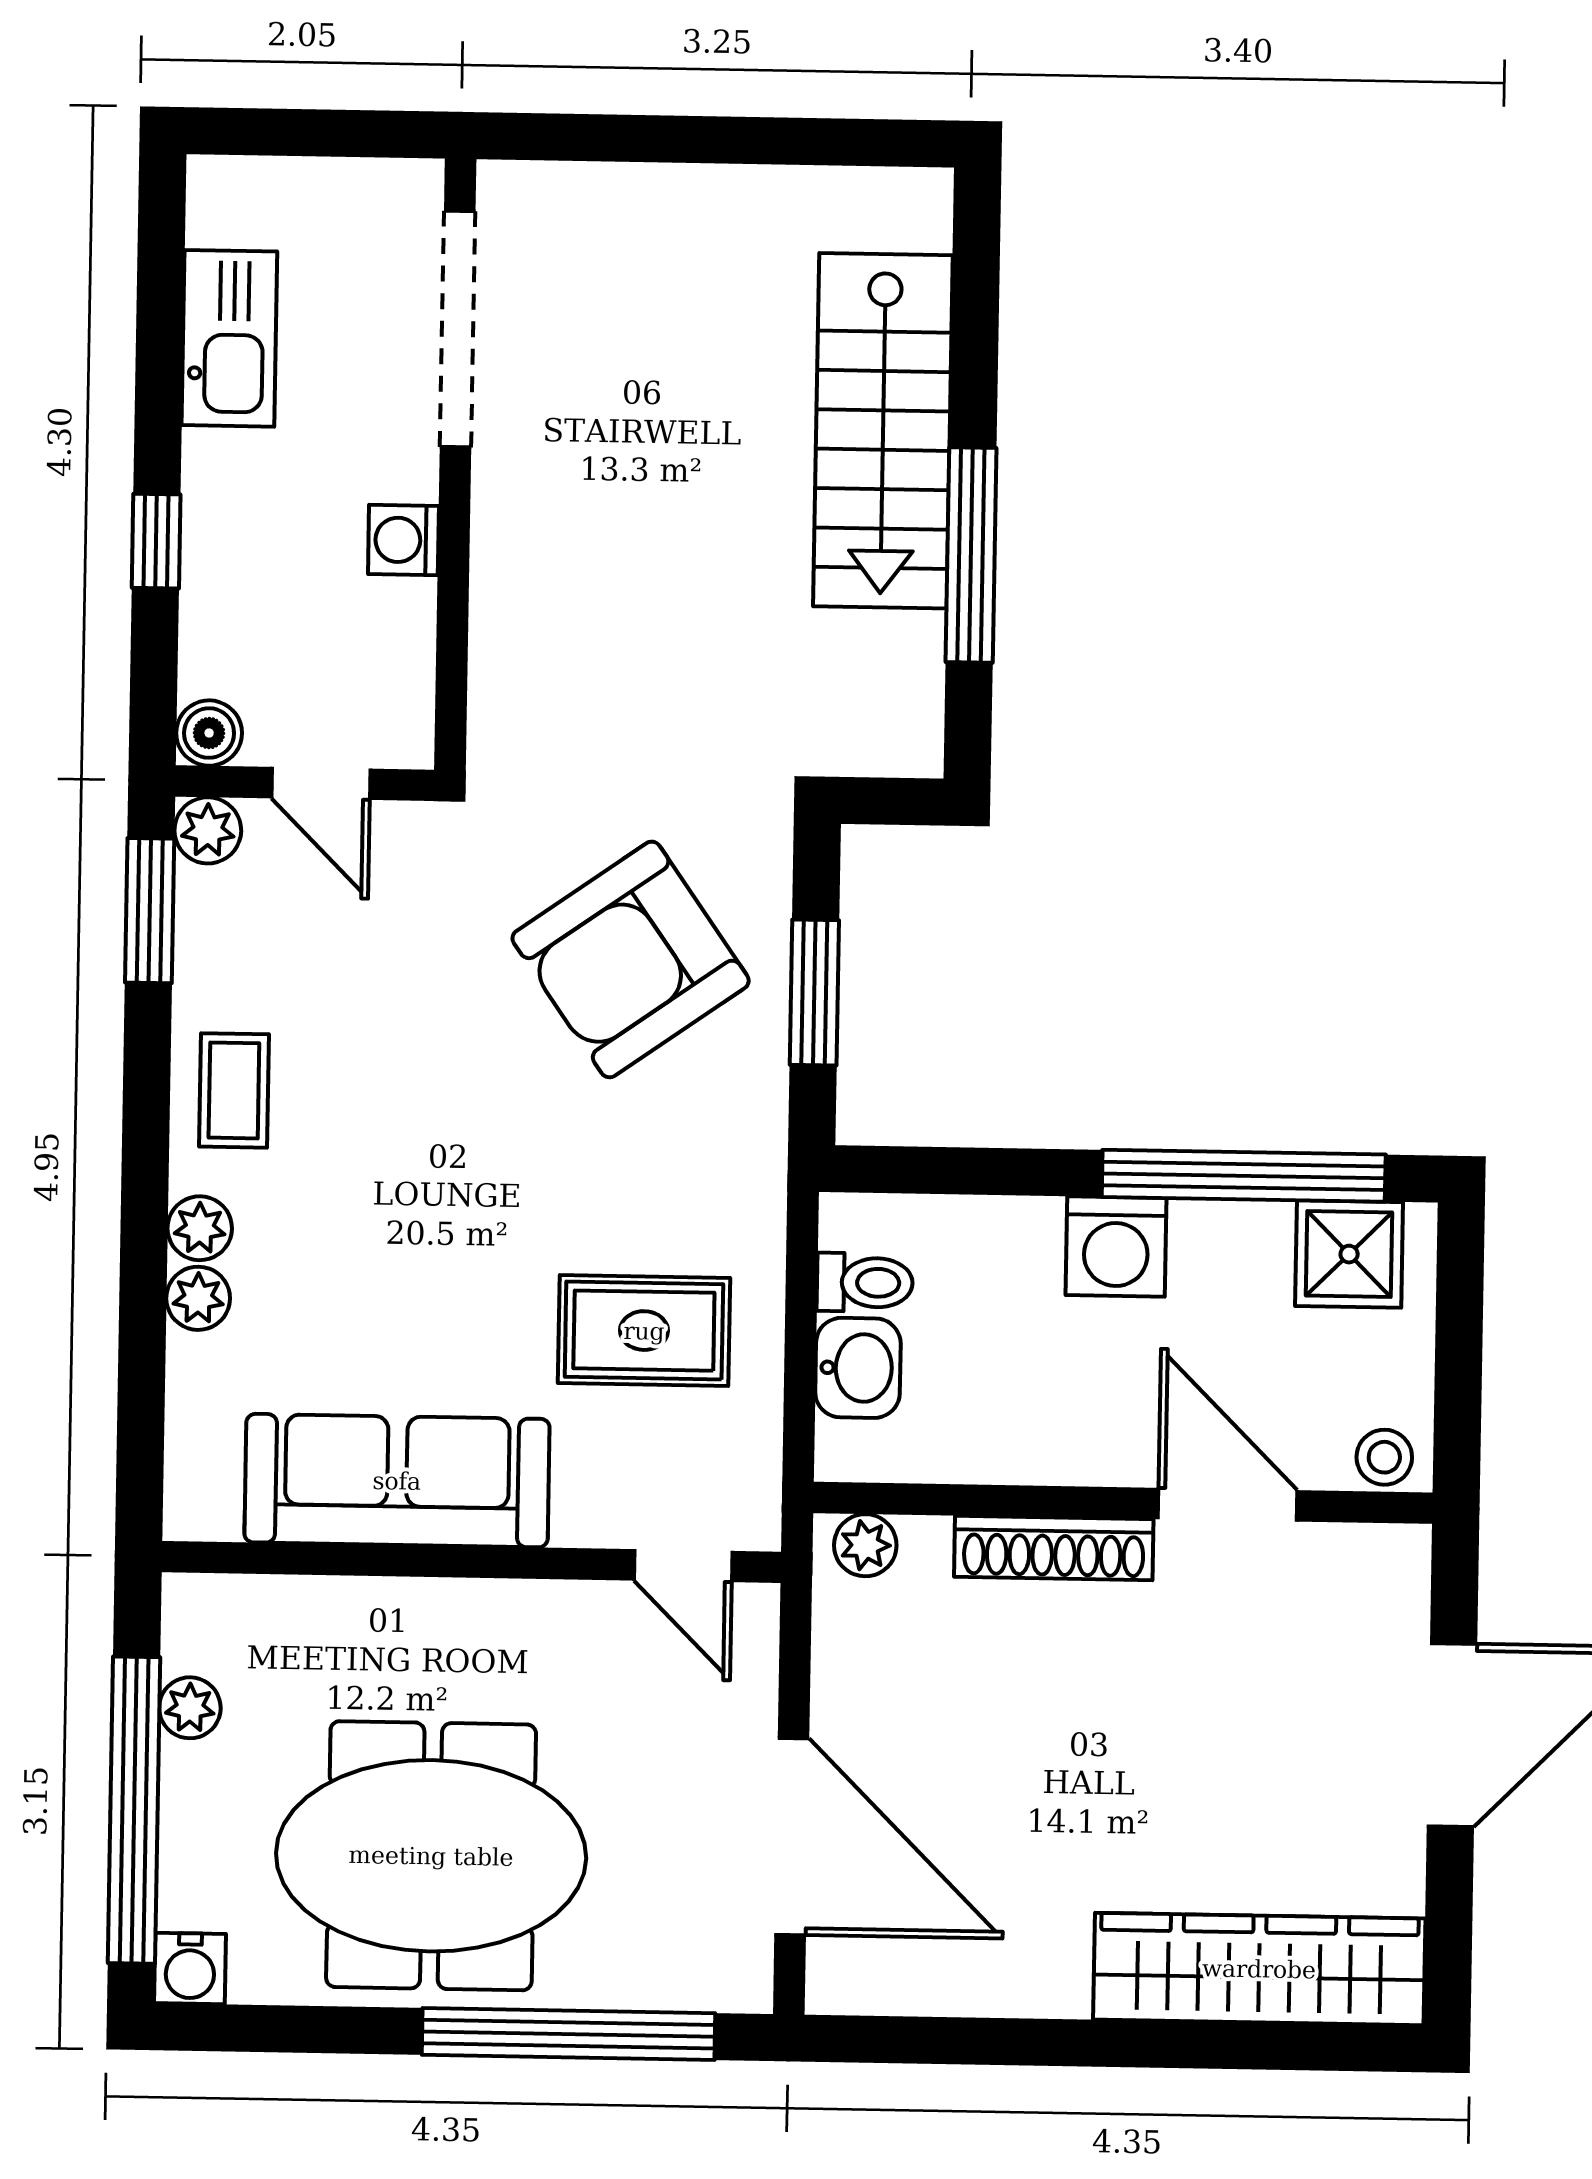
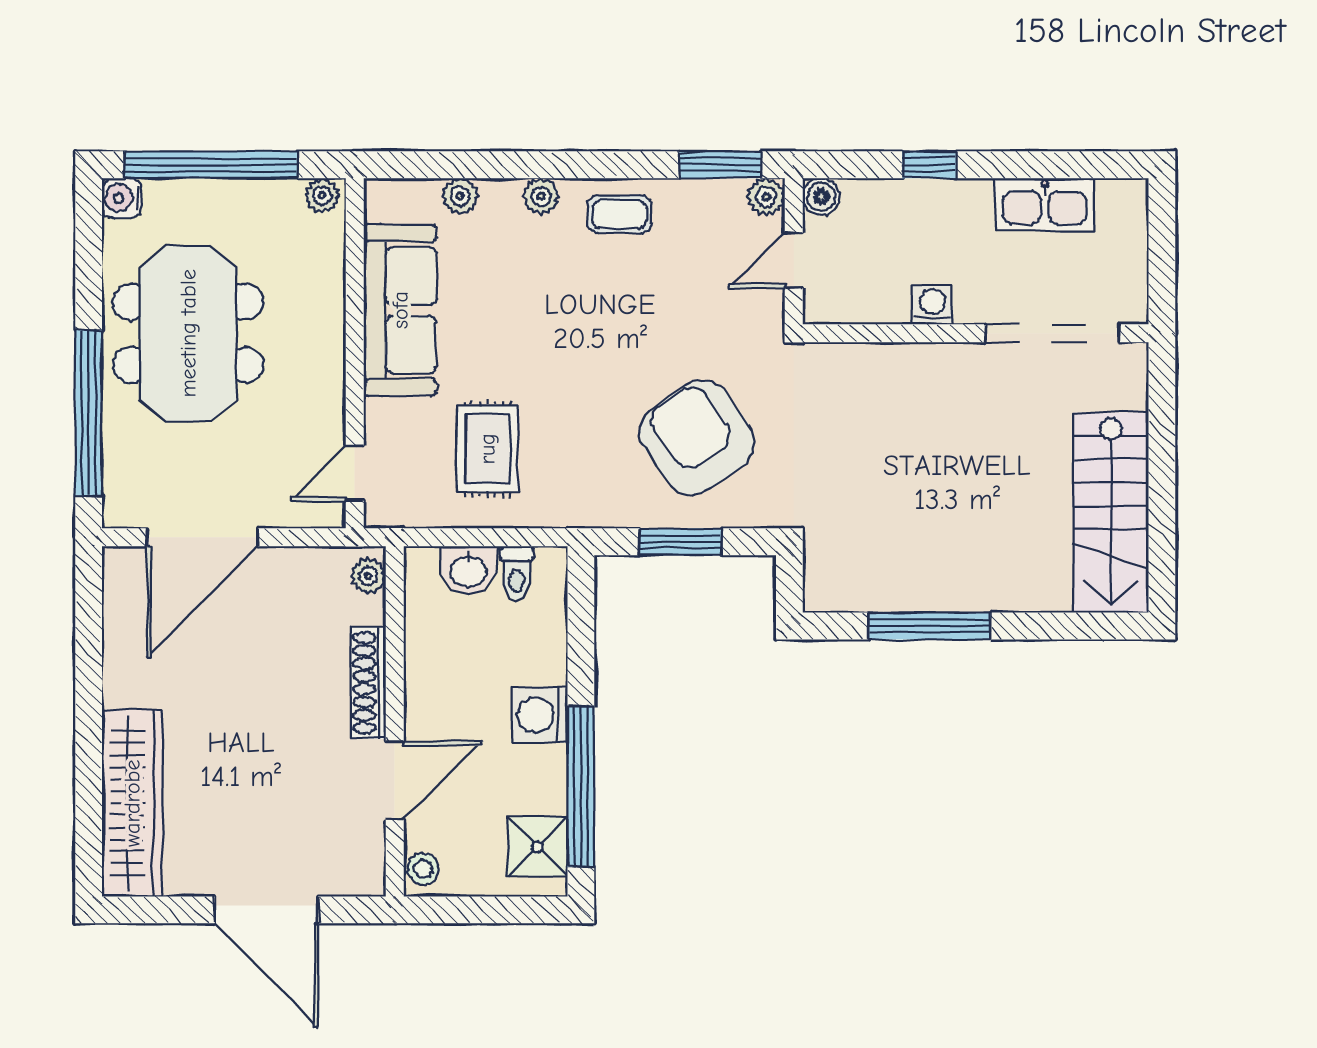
stairs: (883, 431) -> (1111, 513), moved, turned -90
plant: (198, 1298) -> (460, 196), moved
plant: (190, 1708) -> (322, 195), moved

